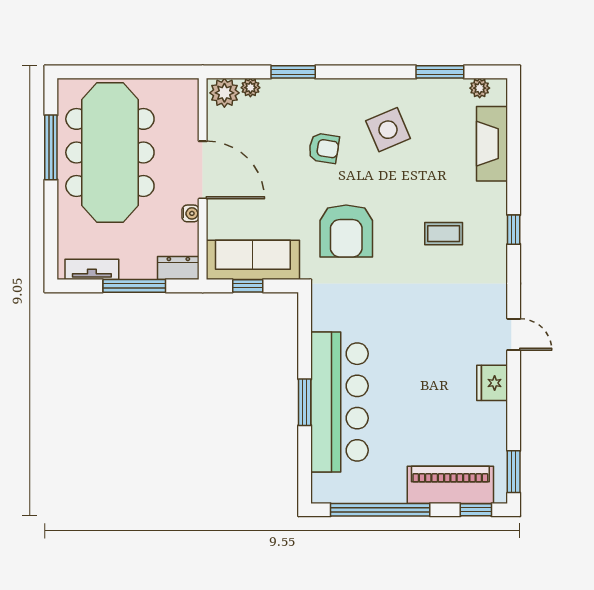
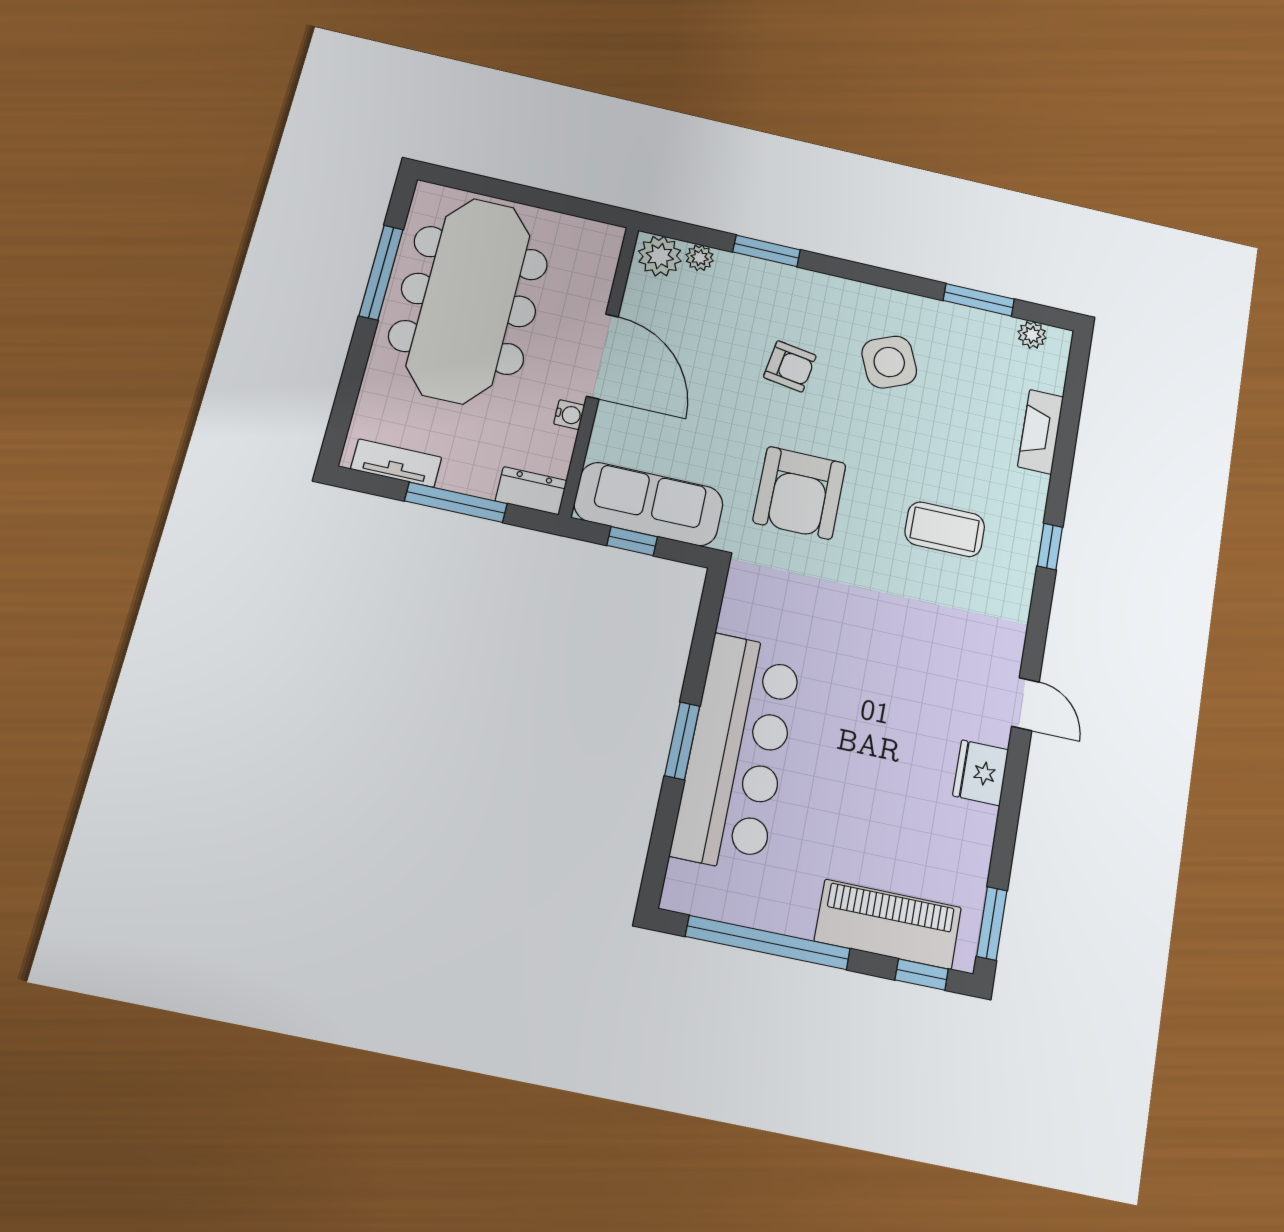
fireplace: (492, 144) -> (1041, 432), width x0.73, depth x0.76
coffee table: (444, 234) -> (945, 529), width x1.36, depth x1.30

